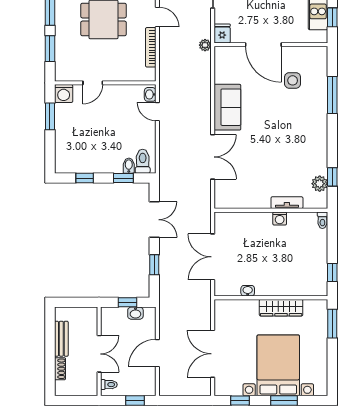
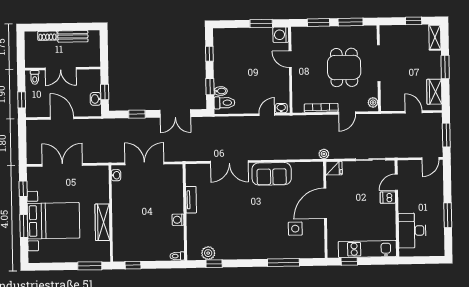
tv unit: (287, 203) -> (191, 200), moved
washbasin: (248, 291) -> (116, 175), moved

